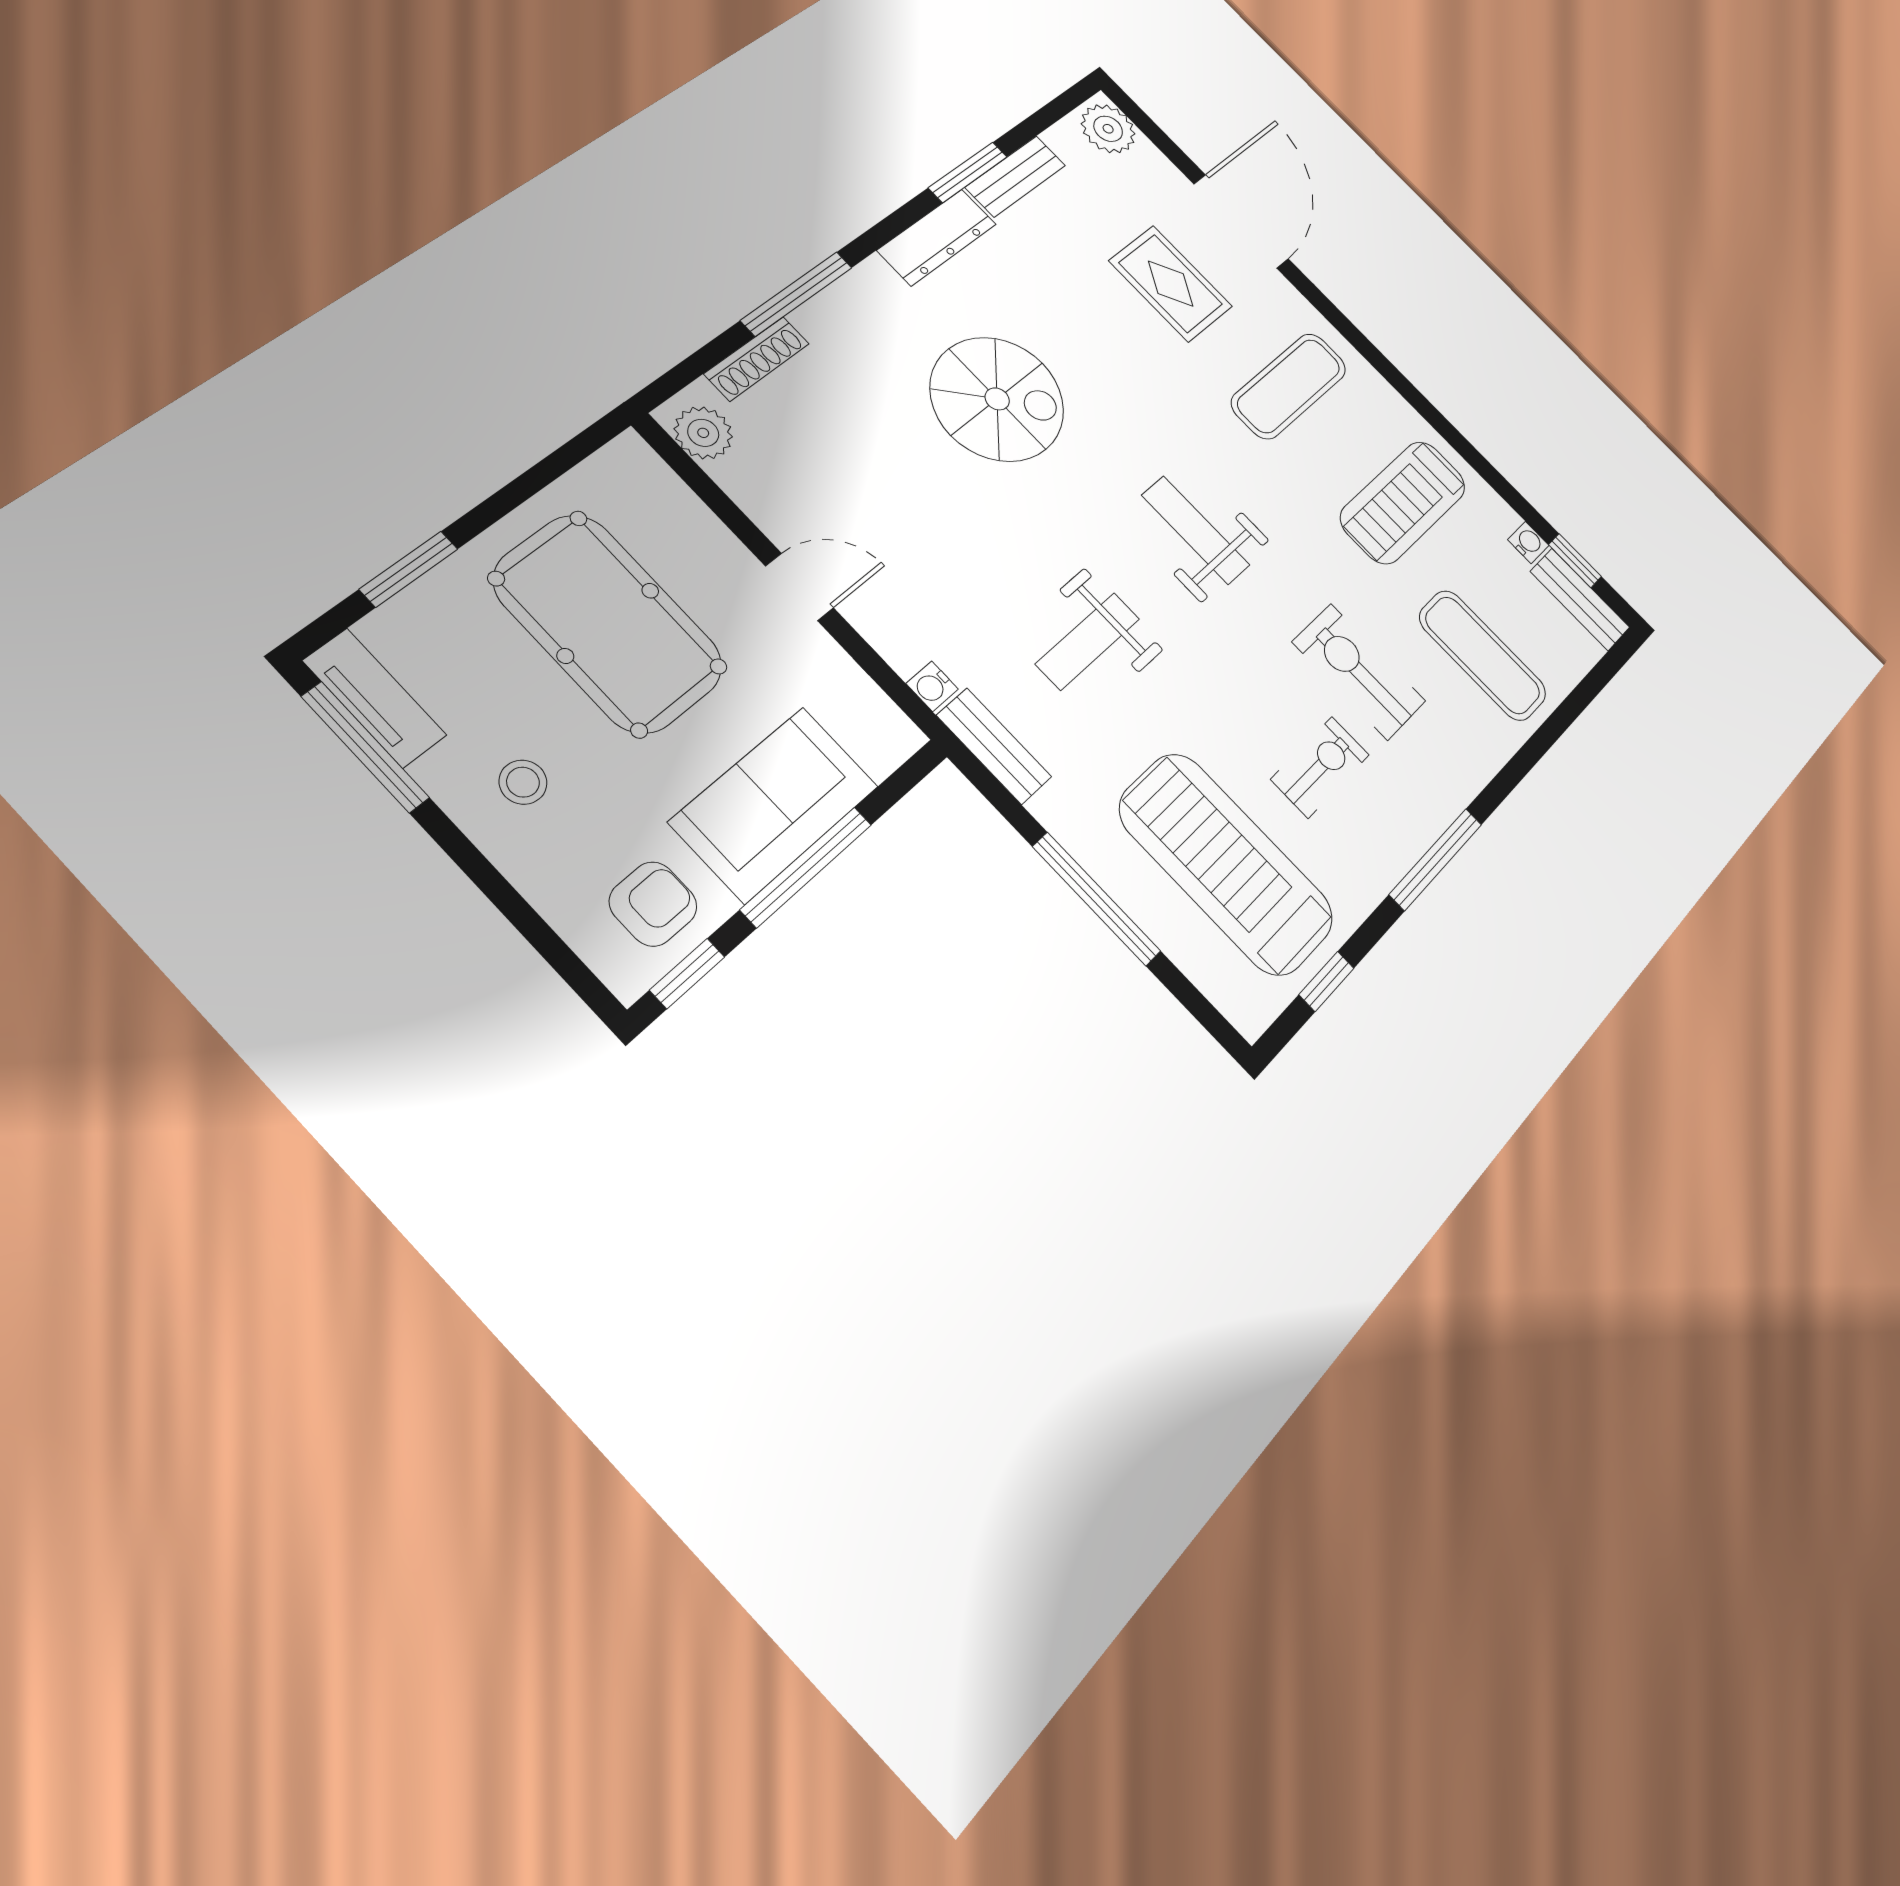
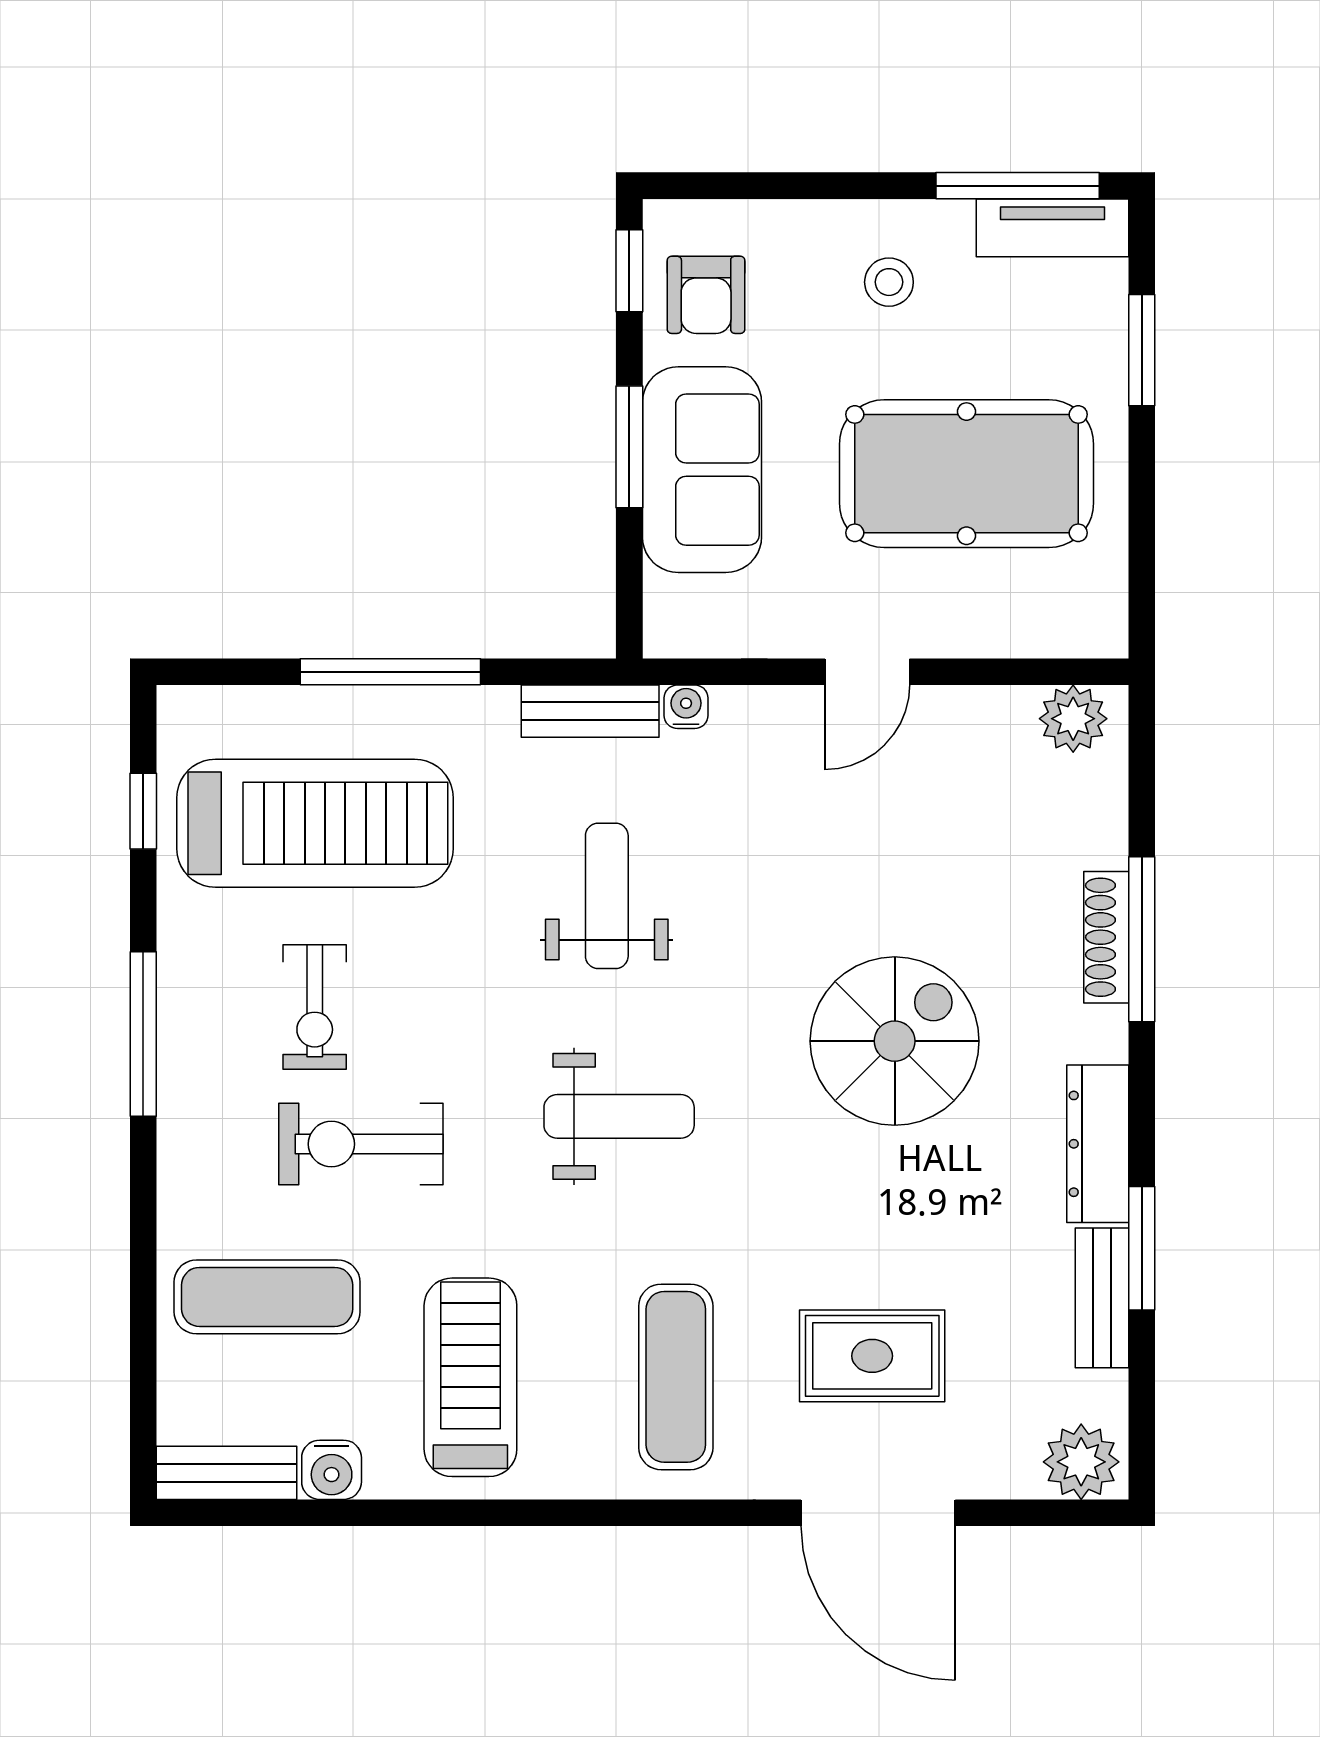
shoe rack: (757, 359) -> (1106, 937), moved
spiral stairs: (997, 399) -> (895, 1041), turned 180
water cooler: (1528, 542) -> (332, 1470), width x1.38, depth x1.38
window: (1575, 561) -> (265, 1513), removed
exercise bike: (1359, 672) -> (361, 1144), turned 180
window: (806, 867) -> (629, 447), width x0.69

